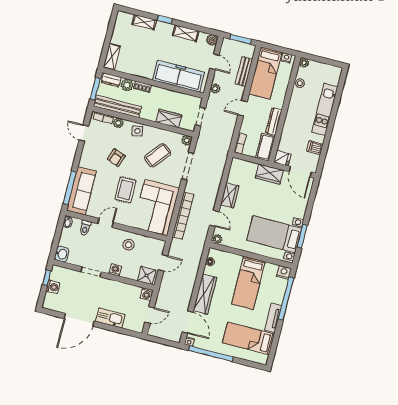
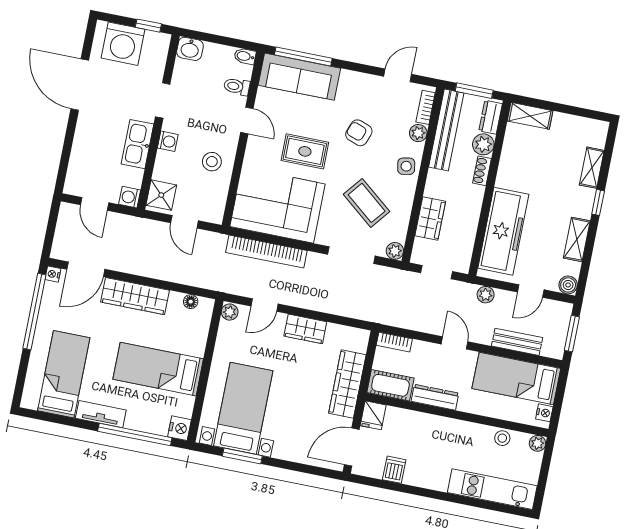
kitchen unit: (325, 109) -> (492, 489), moved
wardrobe: (269, 174) -> (347, 384), width x1.50
washing machine: (53, 287) -> (123, 44), width x1.89, depth x1.89
kitchen sink: (110, 318) -> (137, 144), moved, turned 180

